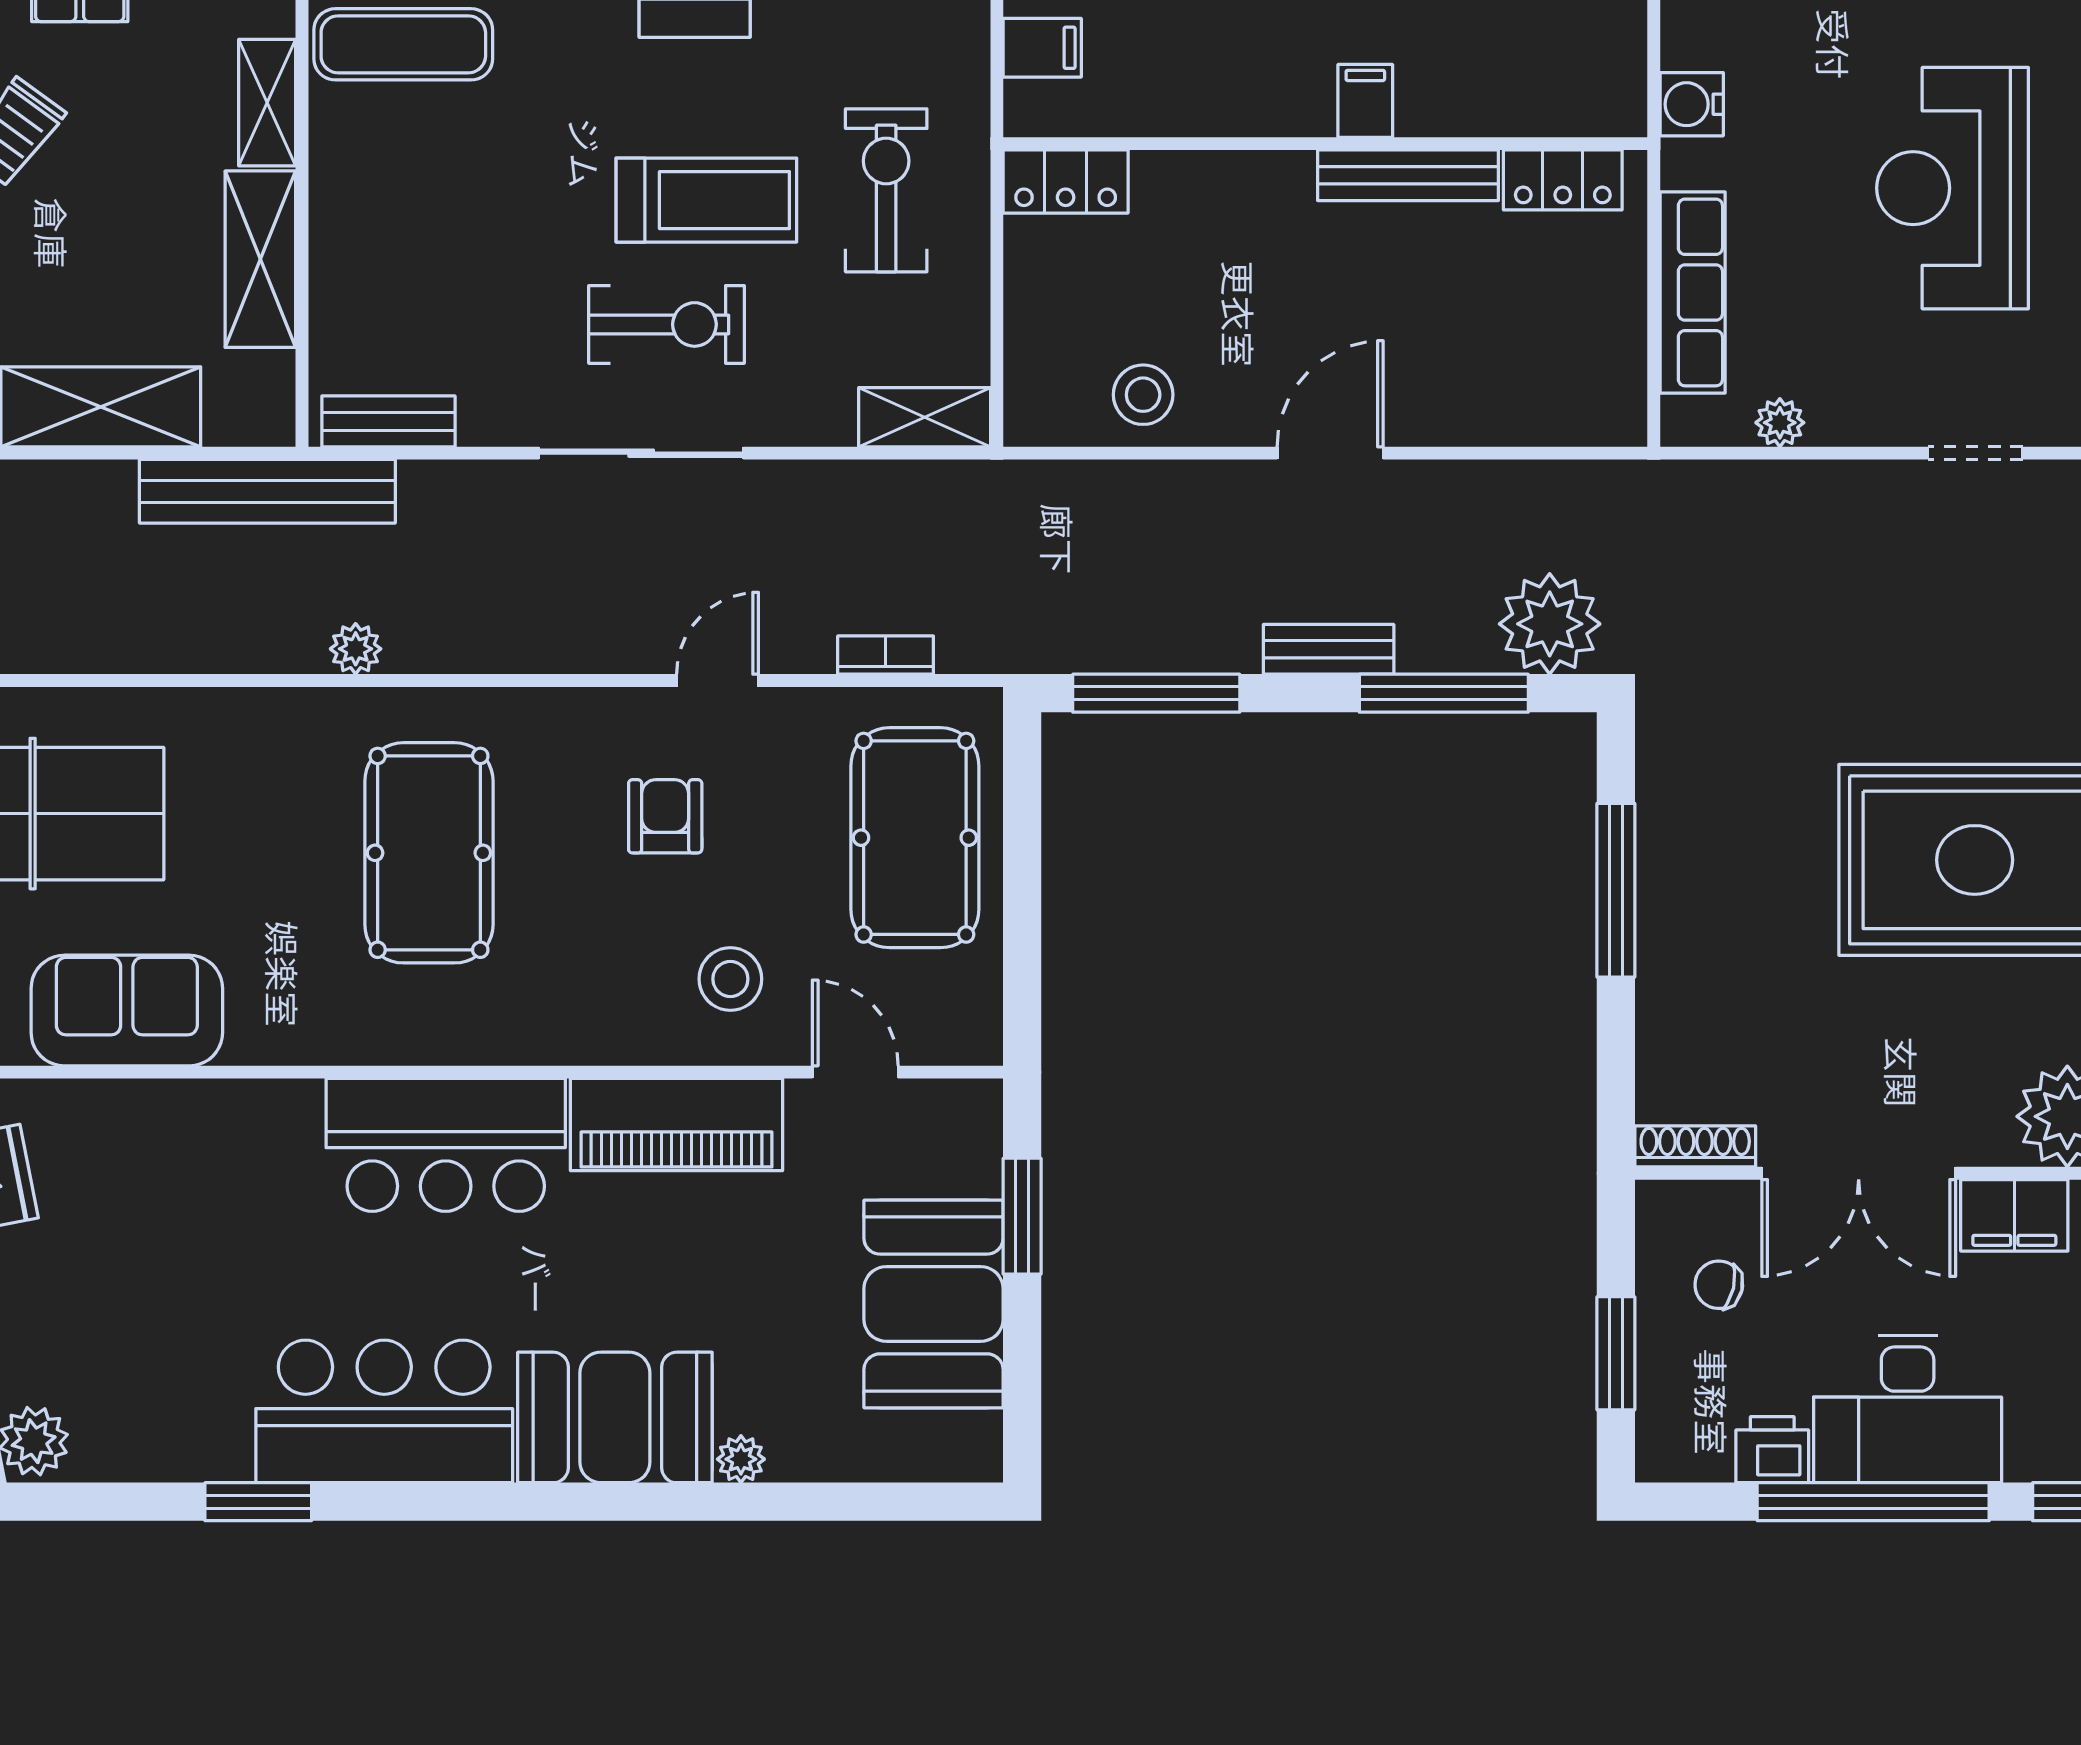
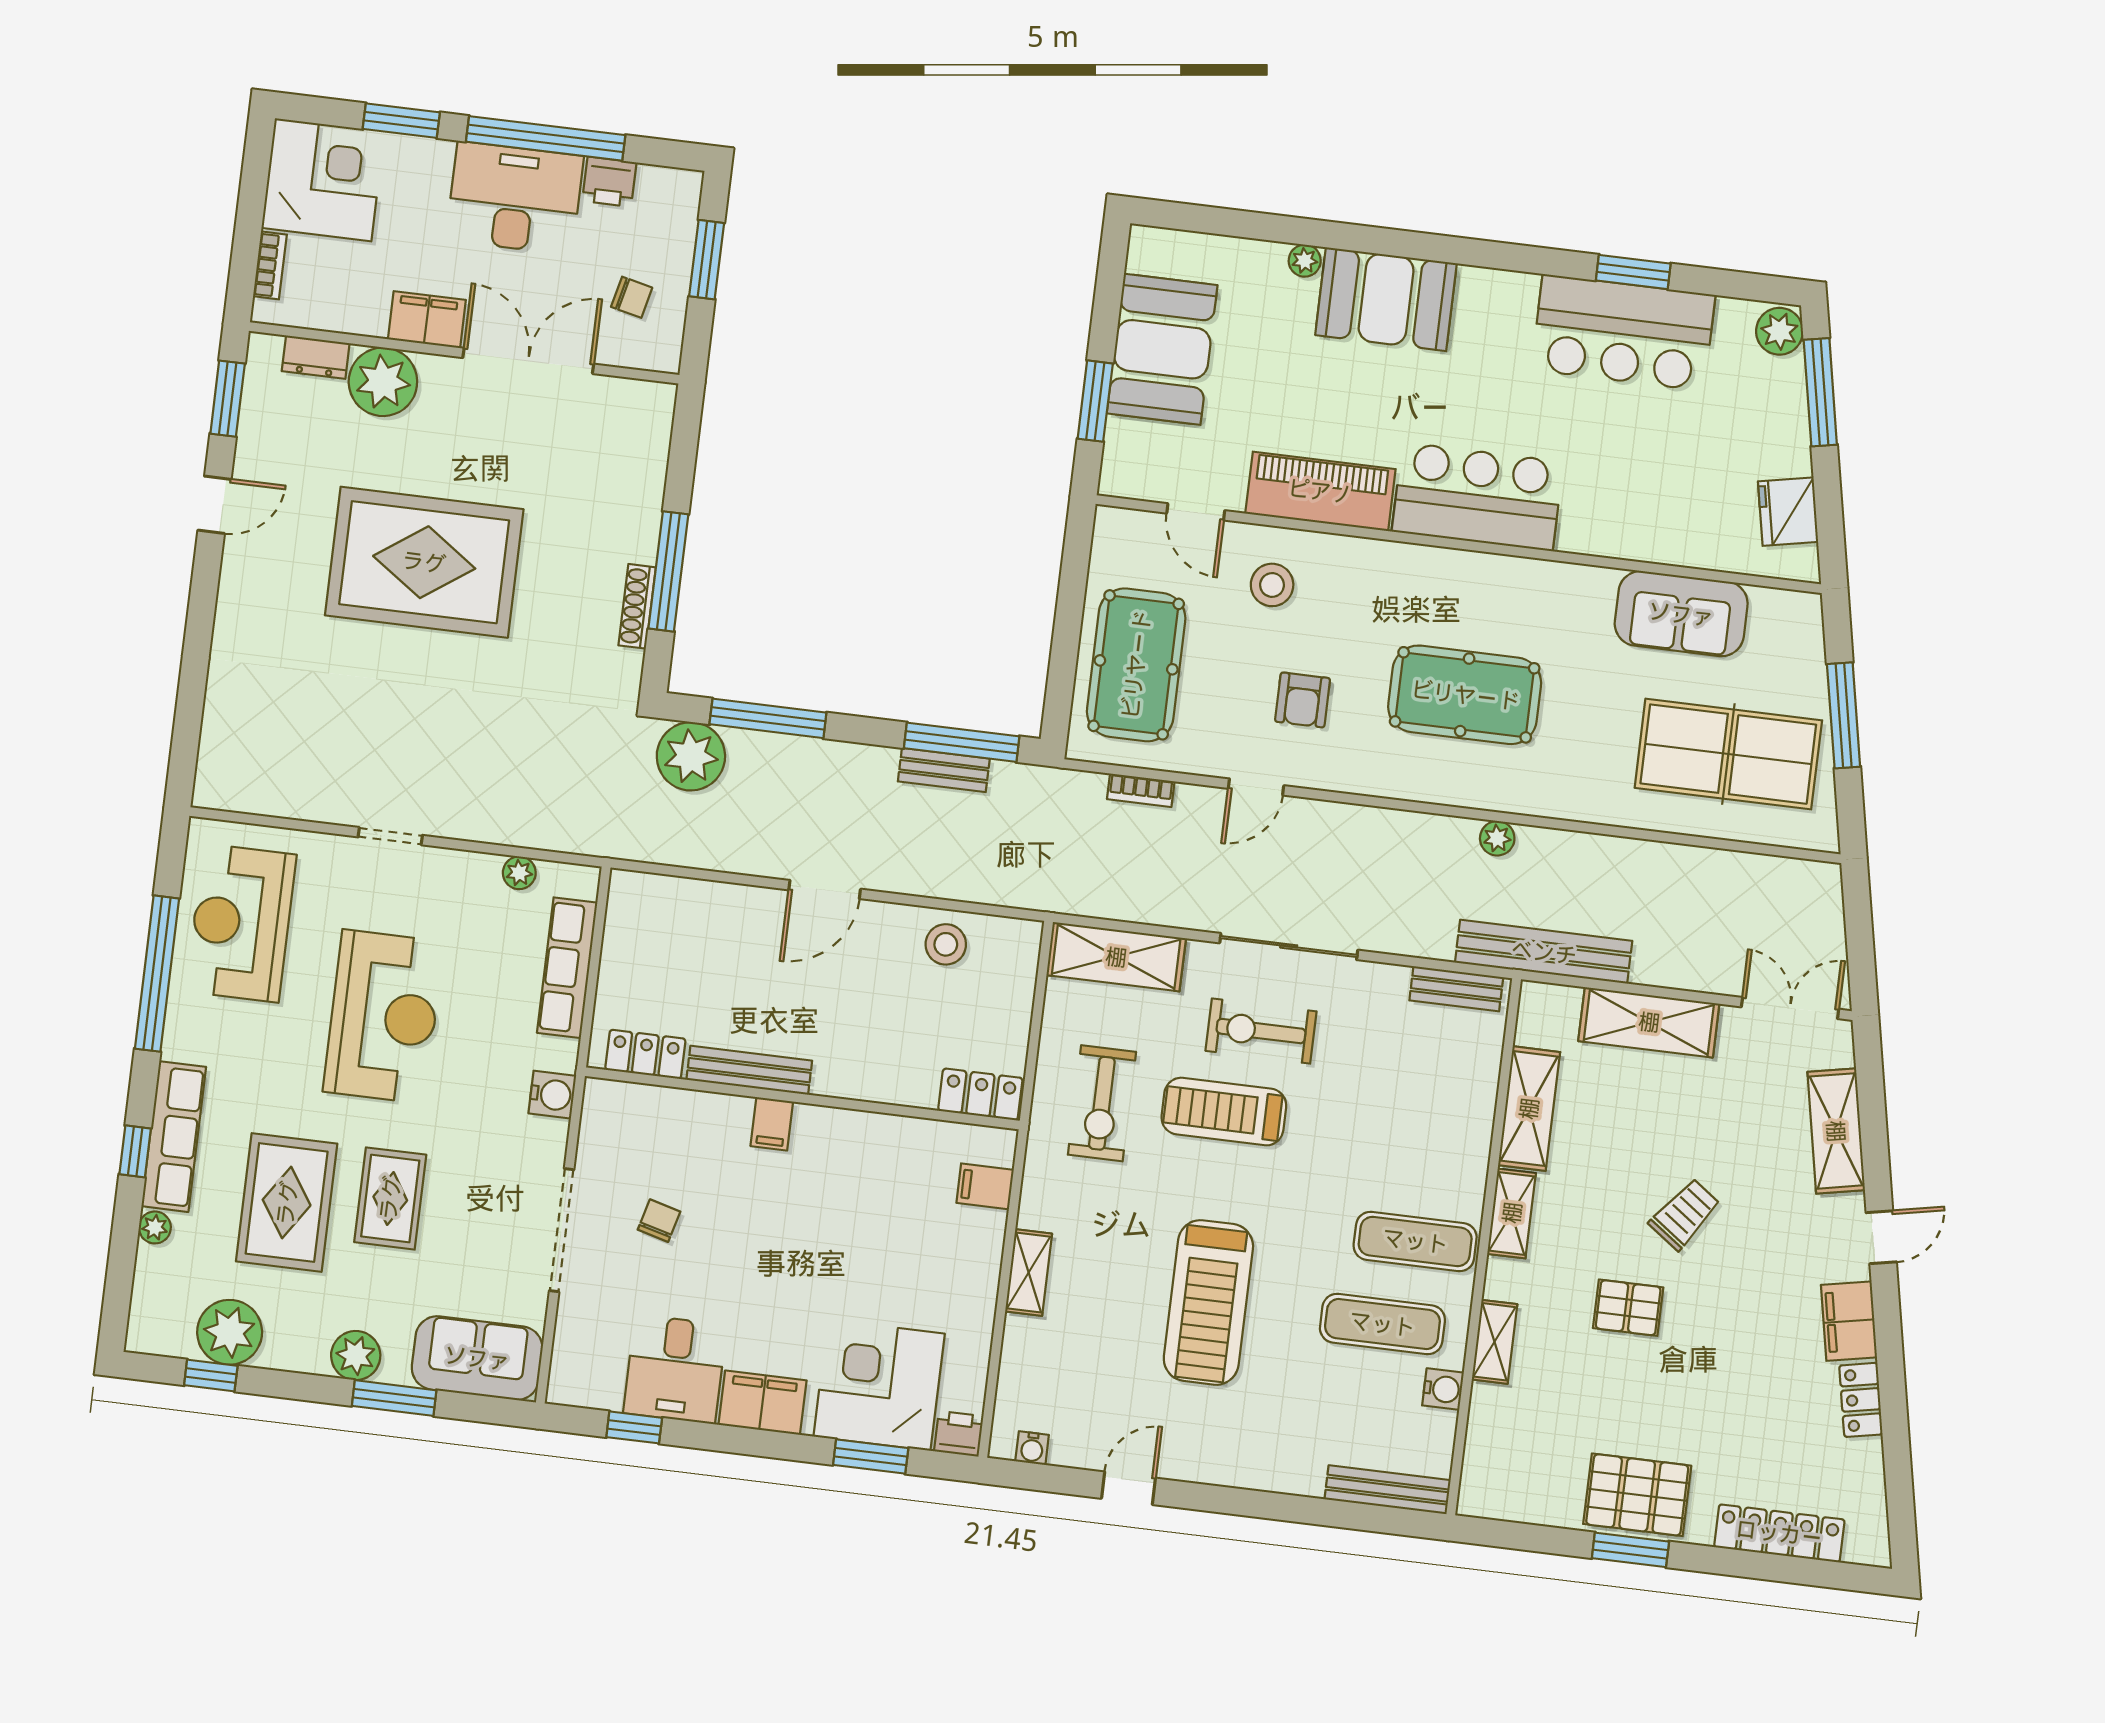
shelving: (925, 417) -> (1116, 957), width x1.50, depth x1.33
bench: (1329, 649) -> (944, 770), moved
pool table: (429, 853) -> (1465, 695), turned 90
shoe rack: (1695, 1146) -> (637, 606), moved, turned 90
bar counter: (384, 1411) -> (1623, 332), moved

